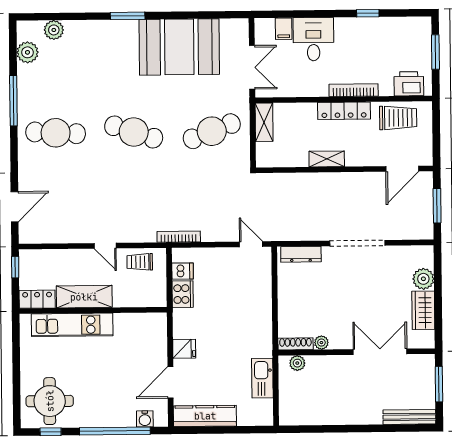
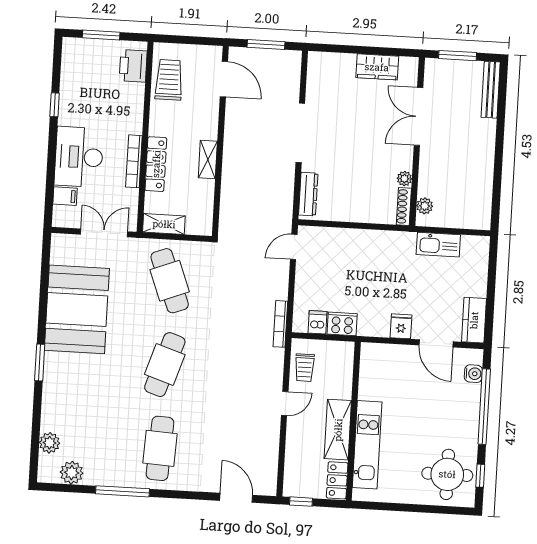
desk: (313, 39) -> (79, 157), width x1.37
bookcase: (354, 90) -> (134, 161), moved
locker: (344, 111) -> (156, 164), moved
plant: (423, 279) -> (343, 65), removed
kitchen counter: (205, 416) -> (474, 320), width x0.67

